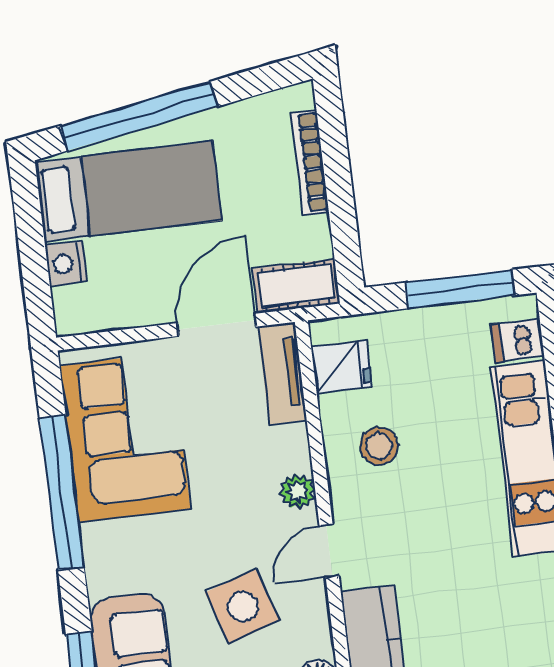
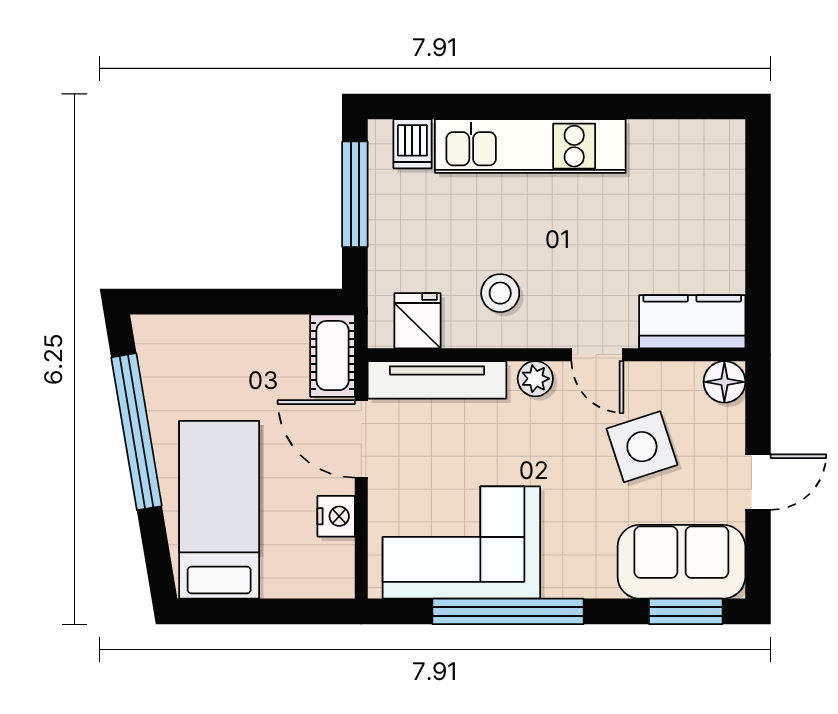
window: (139, 116) -> (137, 432), moved
bookcase: (310, 163) -> (213, 327), removed
nightstand: (66, 264) -> (336, 516), moved, turned -90
tv unit: (282, 373) -> (437, 380), width x1.41

